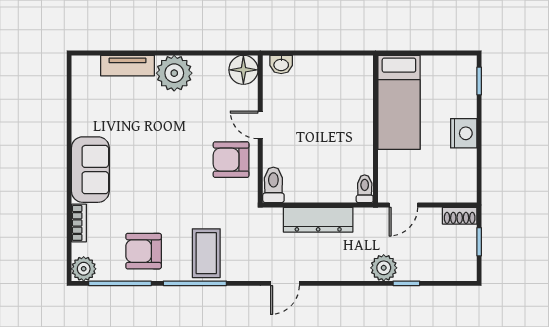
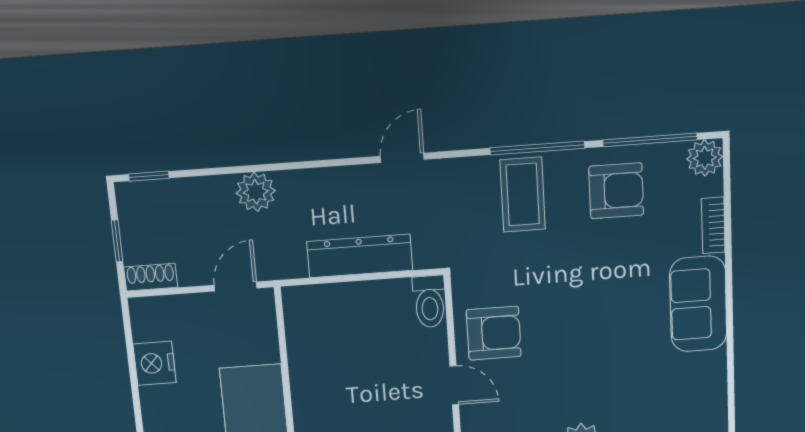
nightstand: (464, 133) -> (155, 363), moved
toilet: (365, 189) -> (295, 306), removed
window: (406, 283) -> (149, 176), moved

